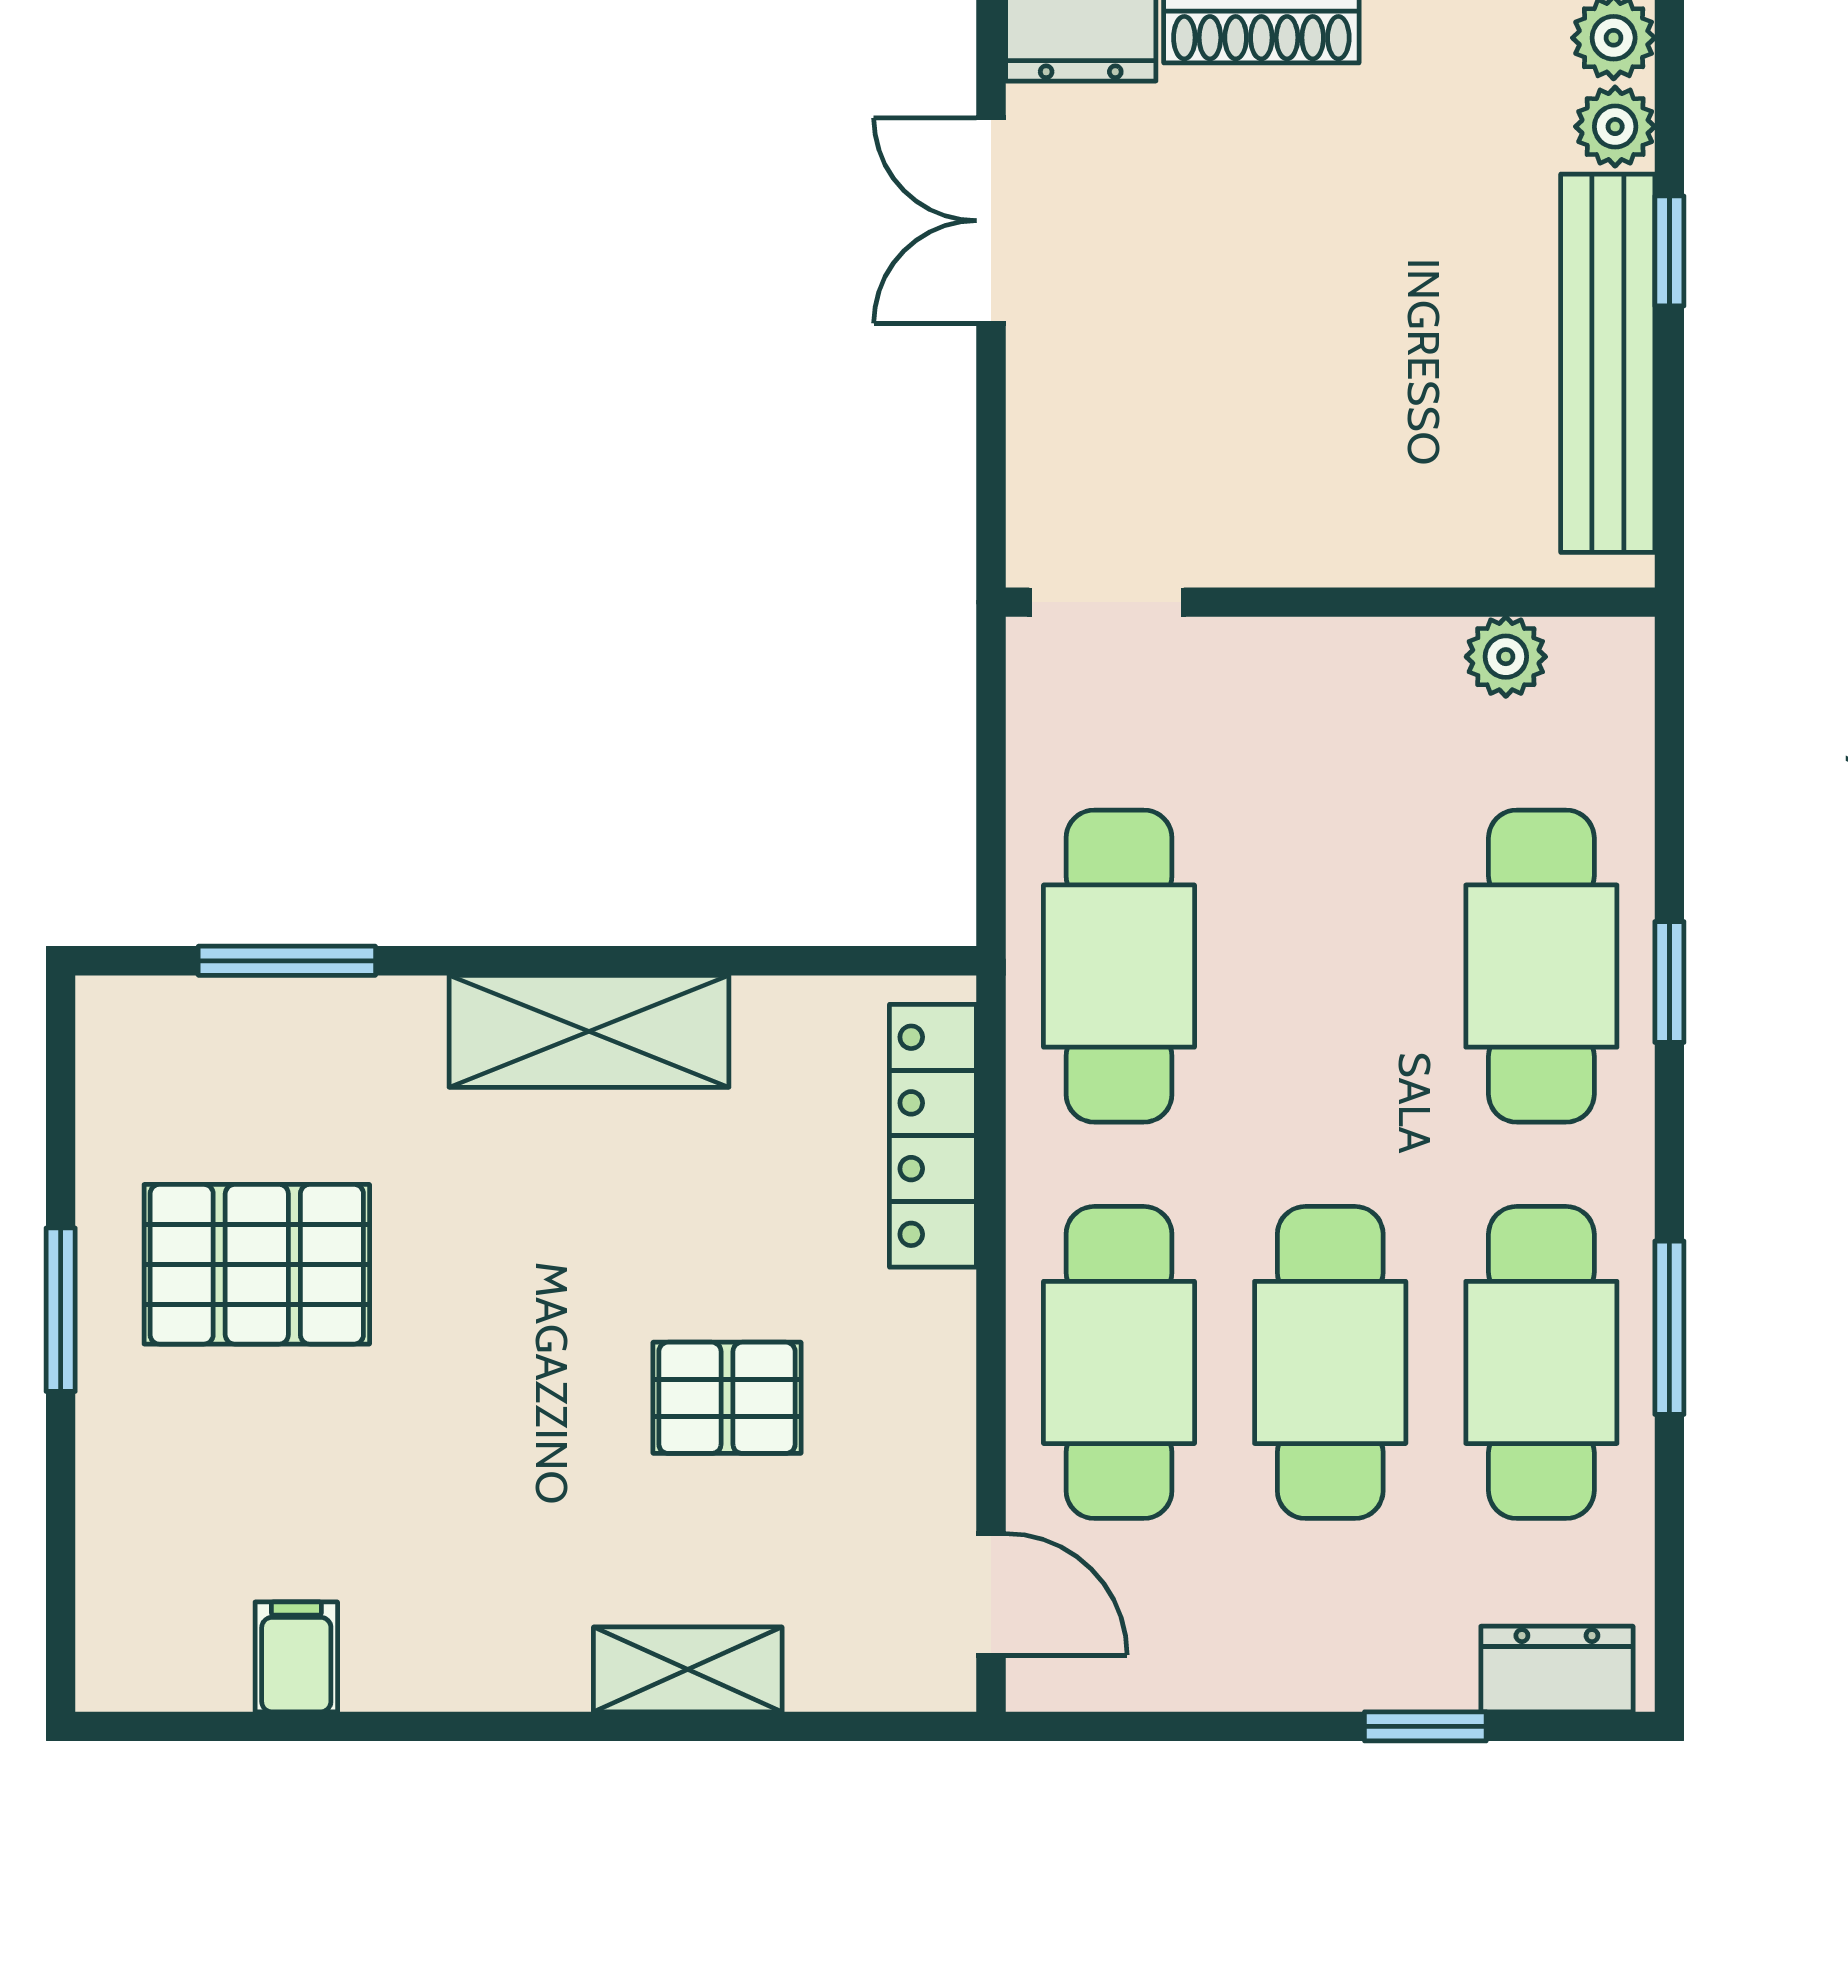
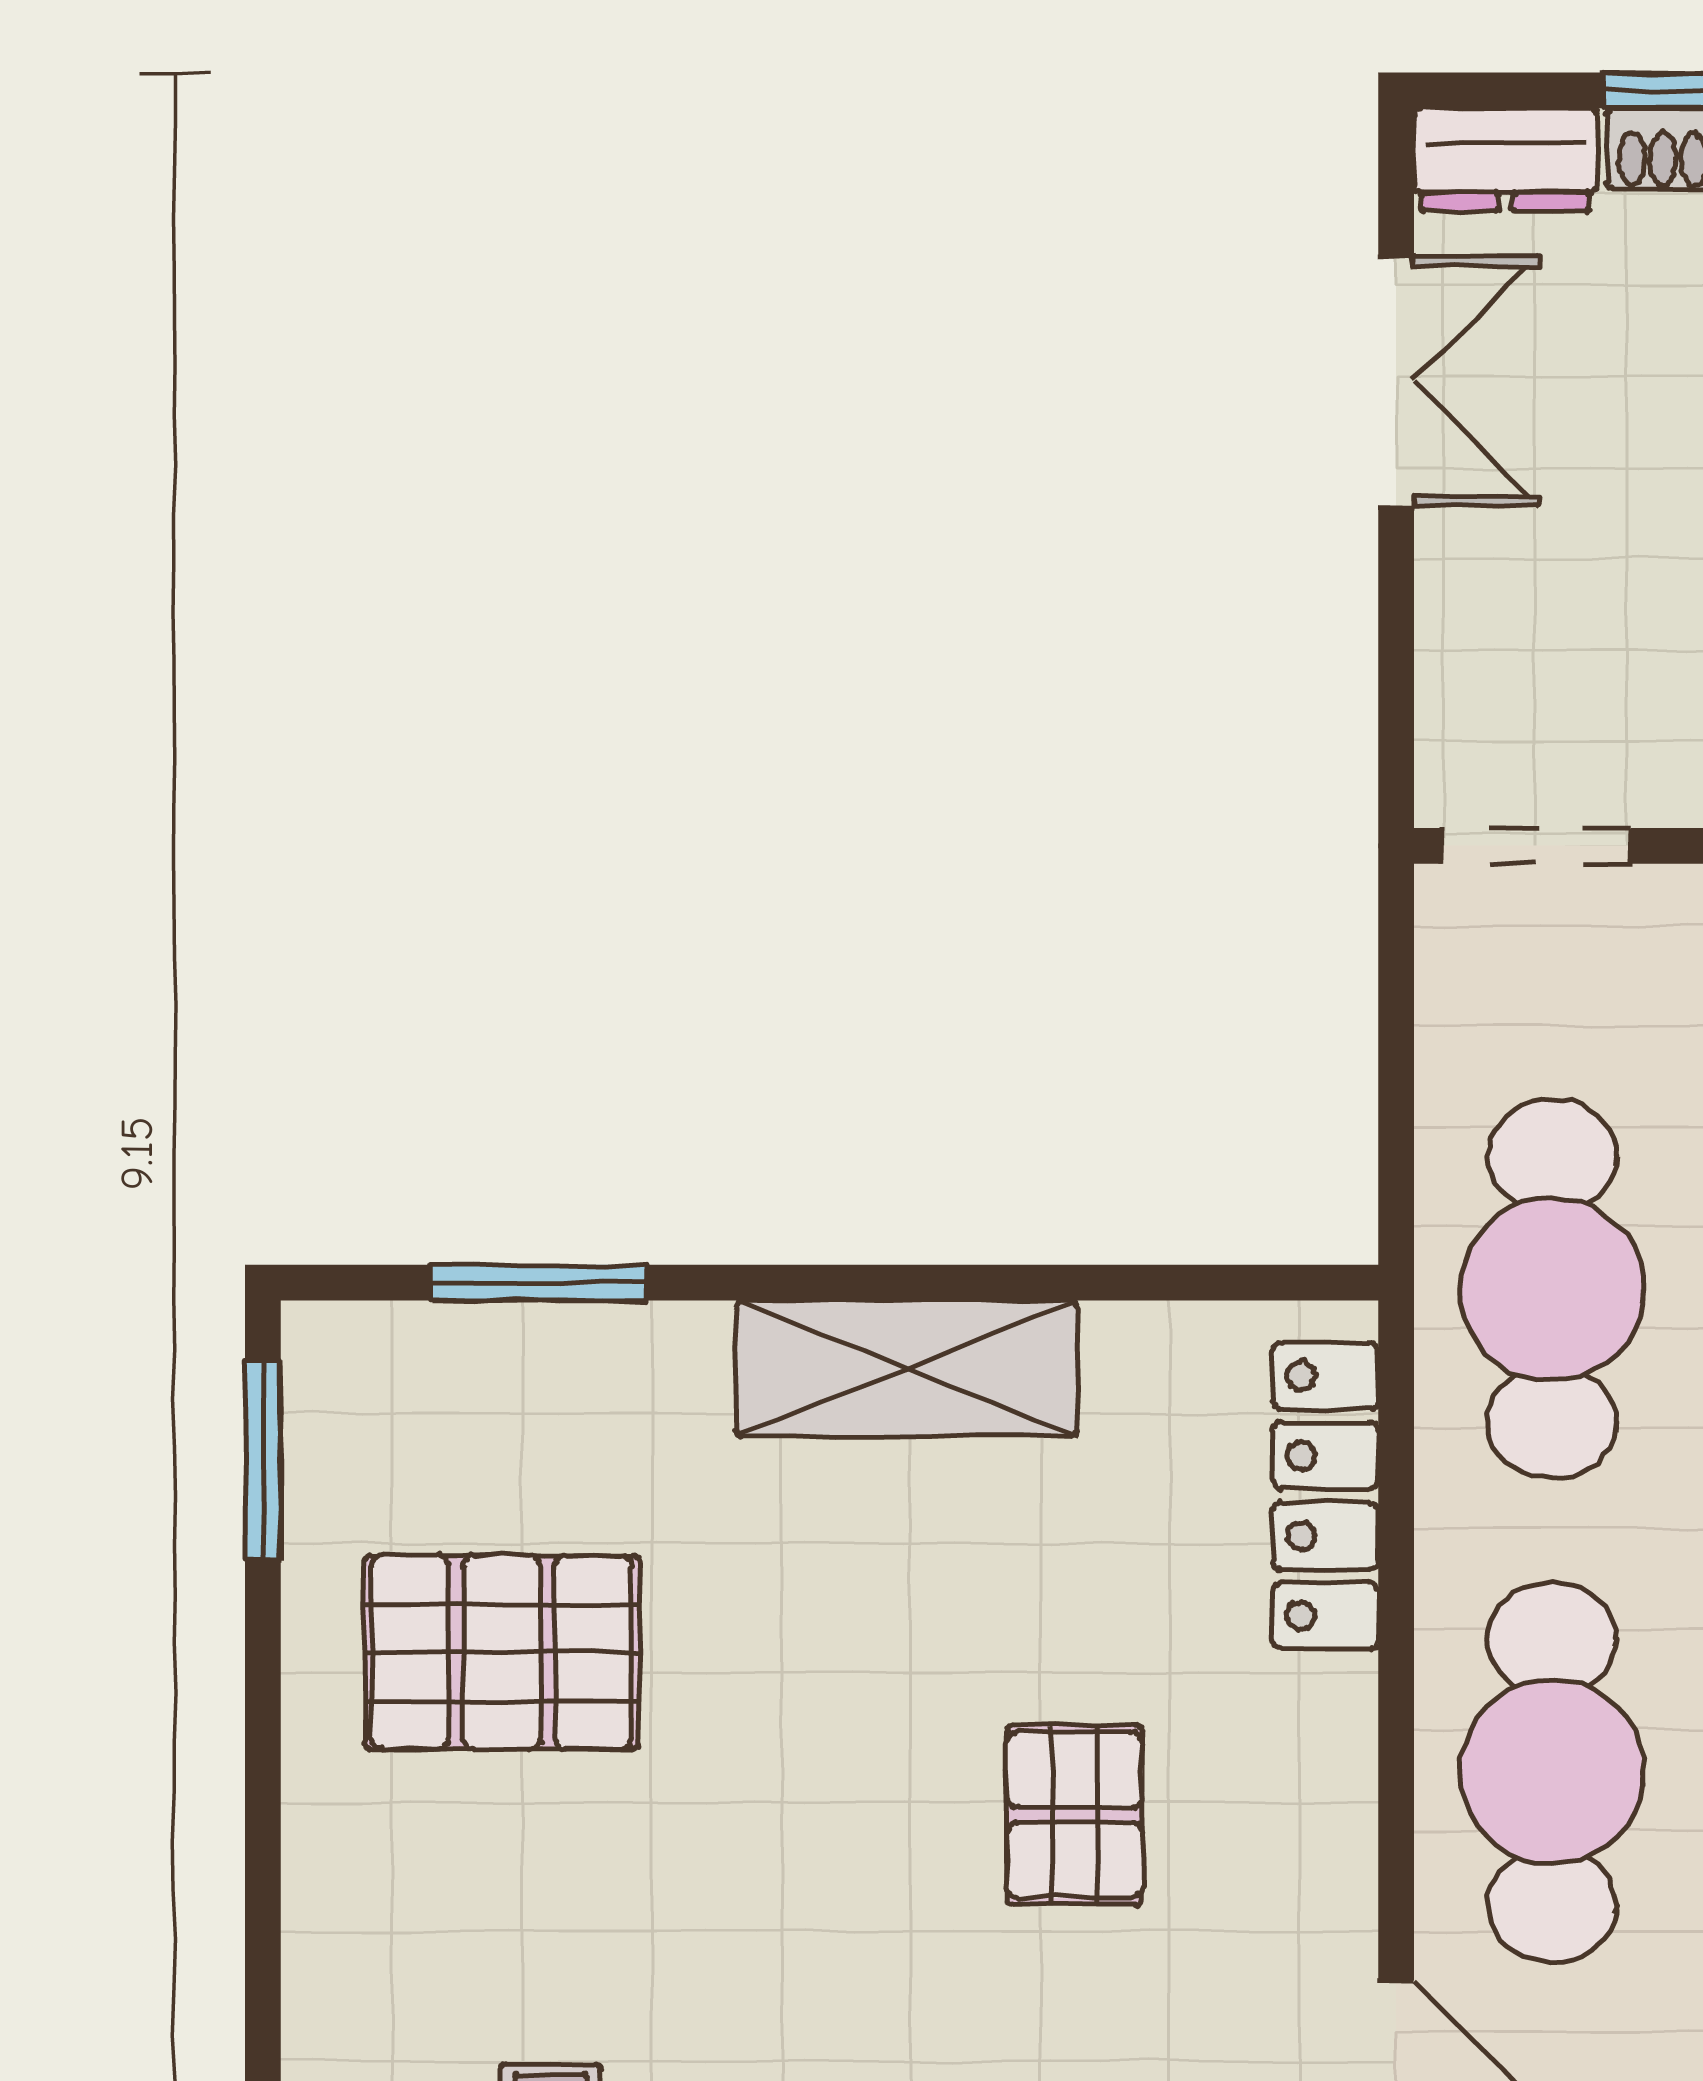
double door: (991, 221) -> (1396, 381), swing flipped
window: (61, 1310) -> (263, 1460), moved
pallet: (727, 1398) -> (1075, 1815), turned 90

